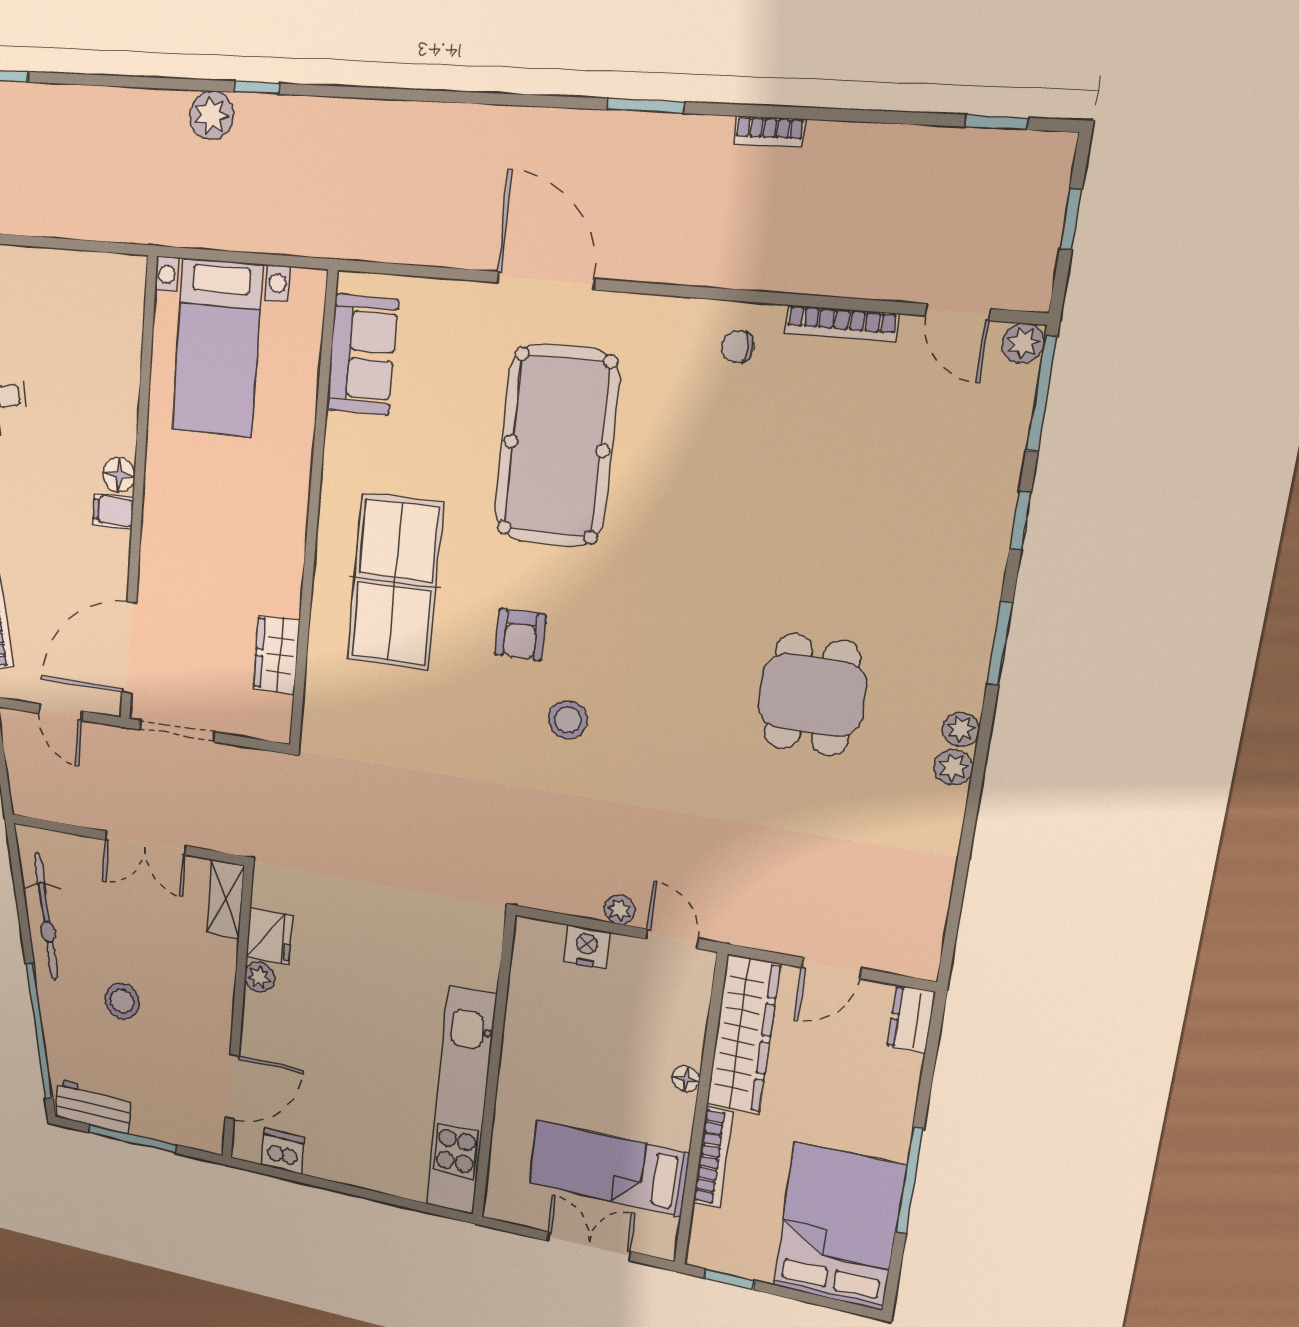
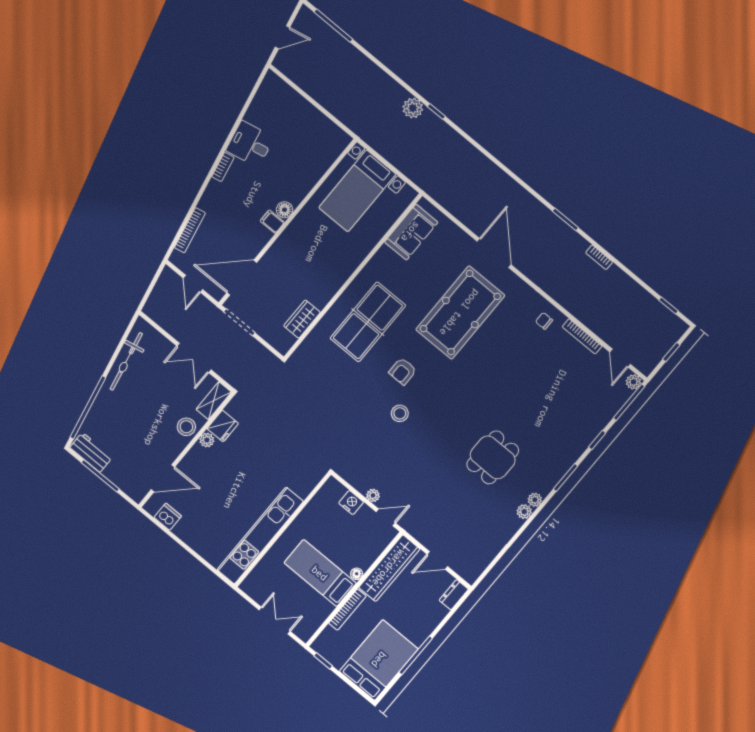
door: (672, 939) -> (386, 517), hinge flipped
stool: (122, 1001) -> (186, 427), moved
bed: (608, 1168) -> (320, 573), moved

